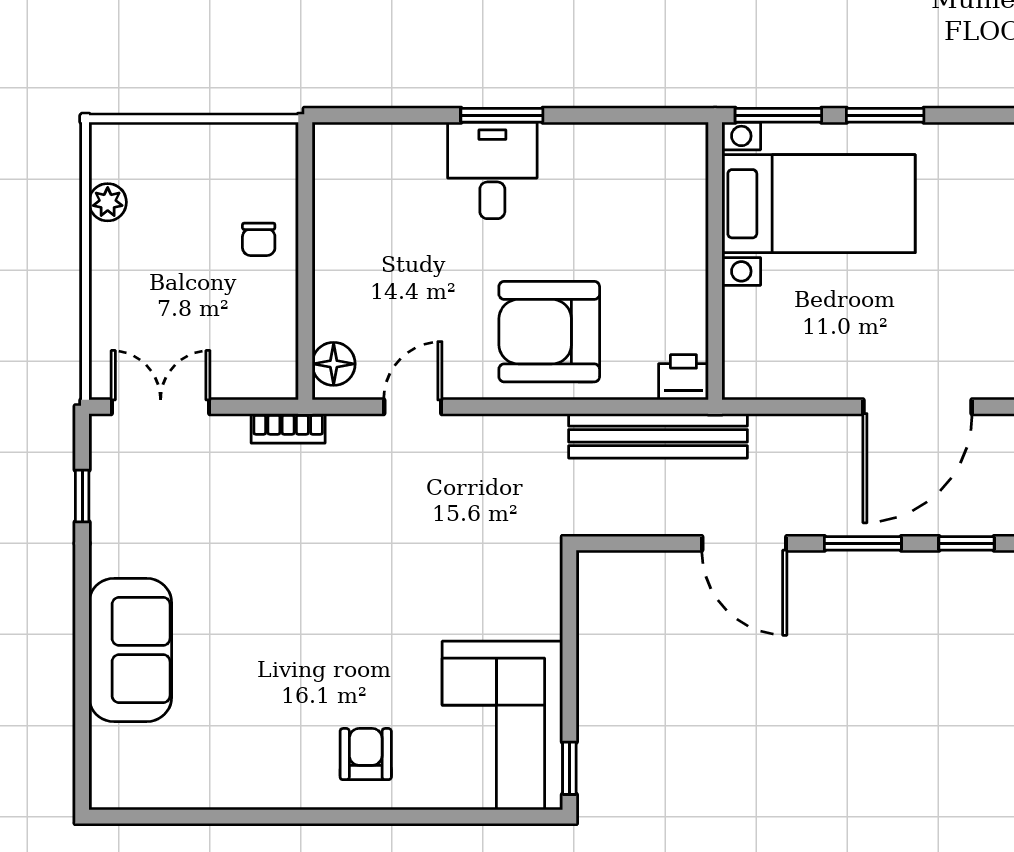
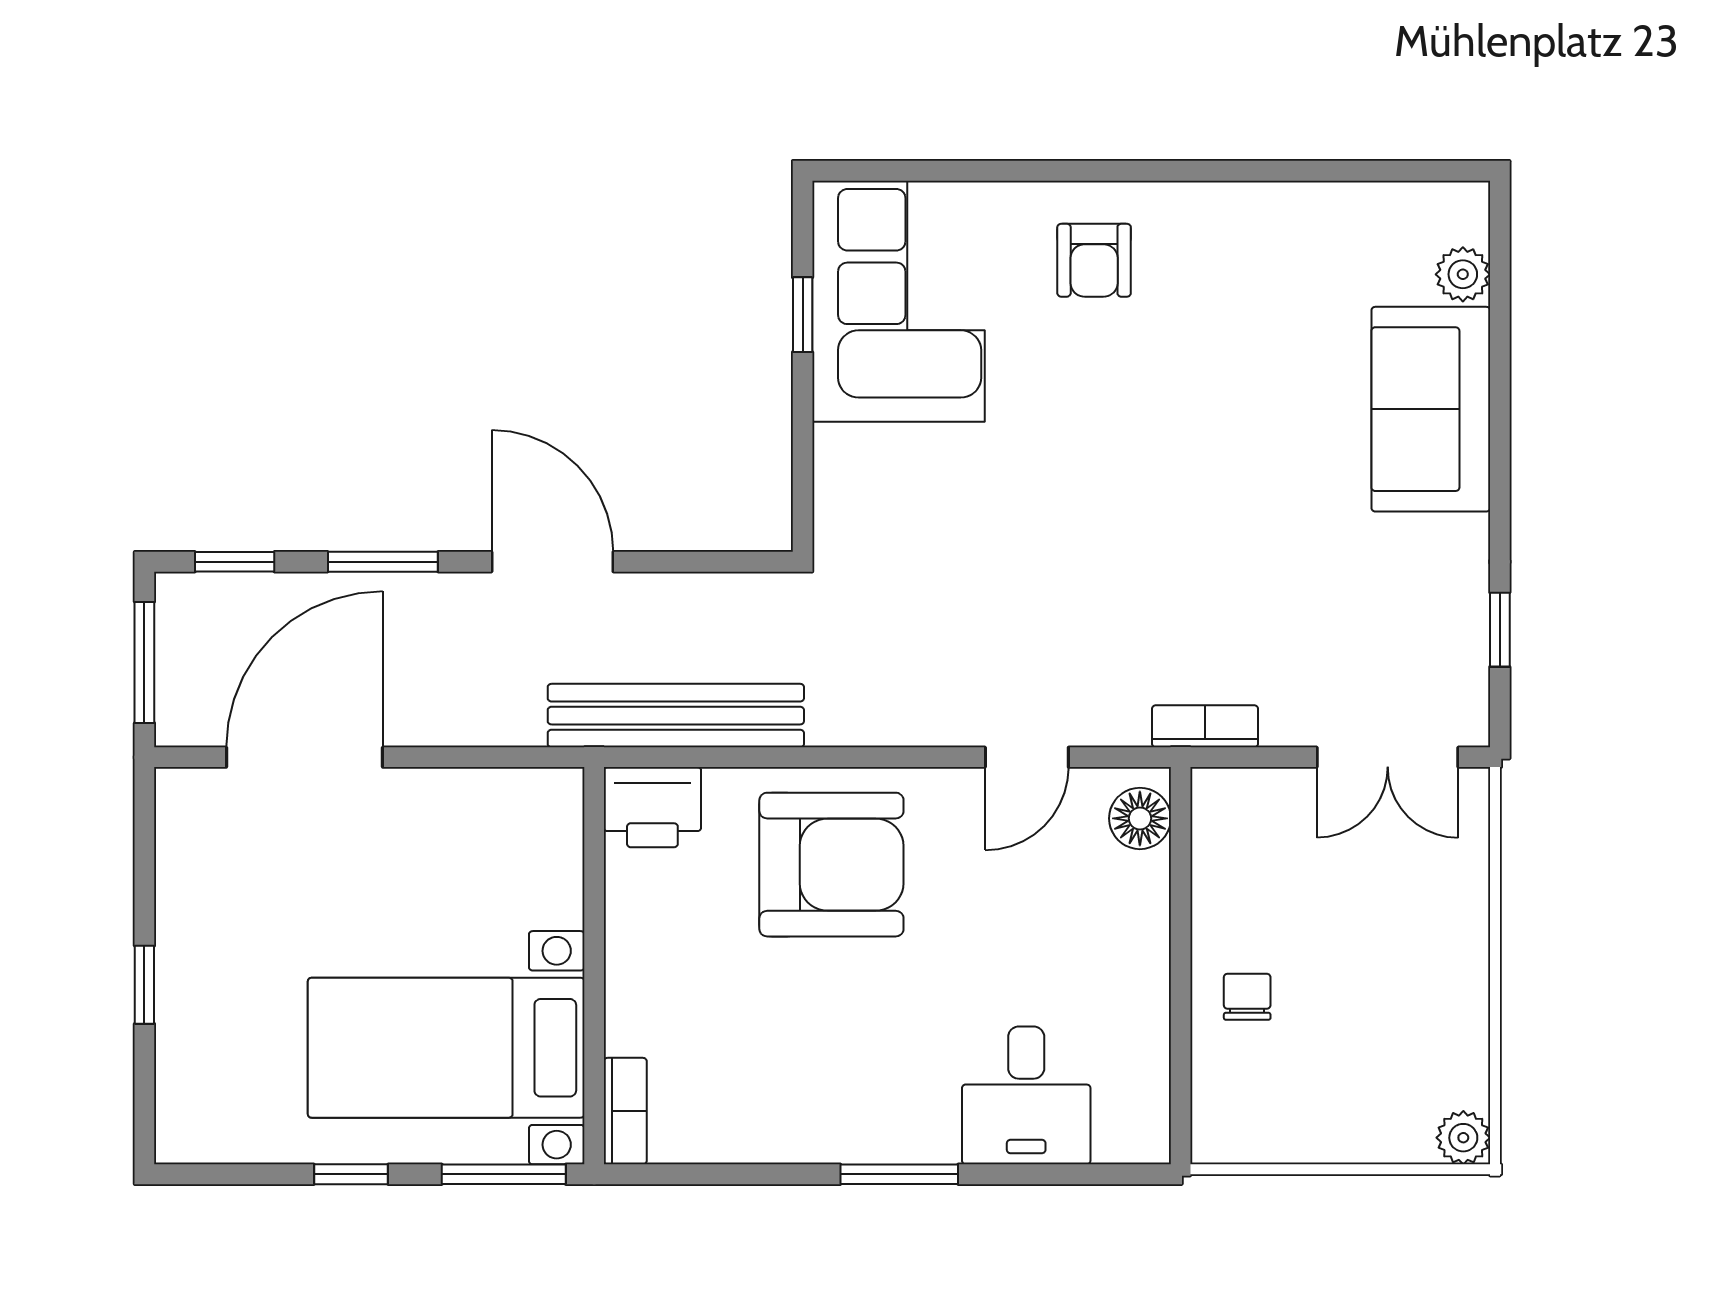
window: (885, 115) -> (351, 1174), width x0.67
bookcase: (693, 159) -> (625, 1111), added
desk: (492, 170) -> (1026, 1095), moved
plant: (108, 202) -> (1463, 1138), moved
printer: (683, 377) -> (652, 807), width x1.36, depth x1.24
plant: (108, 744) -> (1463, 274), added
window: (569, 768) -> (803, 315), moved

